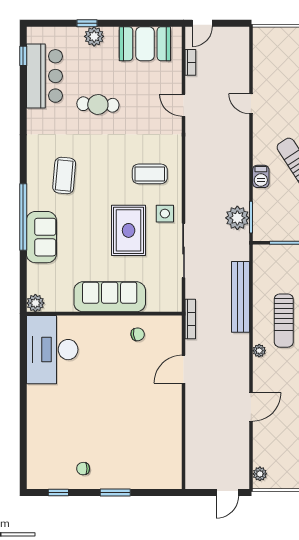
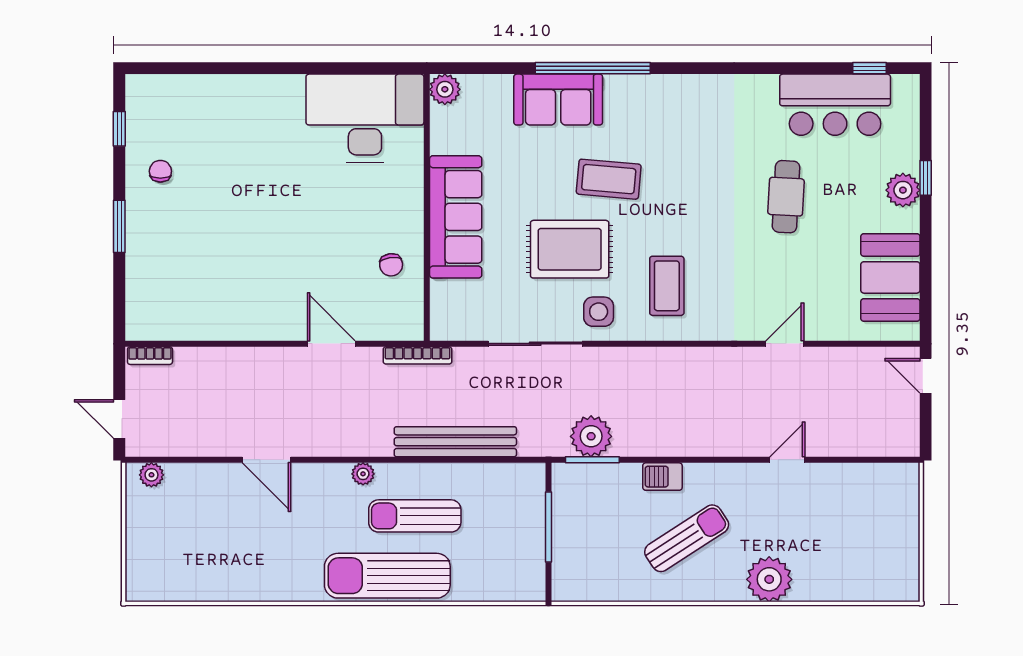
bookcase: (190, 62) -> (150, 356), moved
coffee table: (64, 176) -> (609, 179), moved

